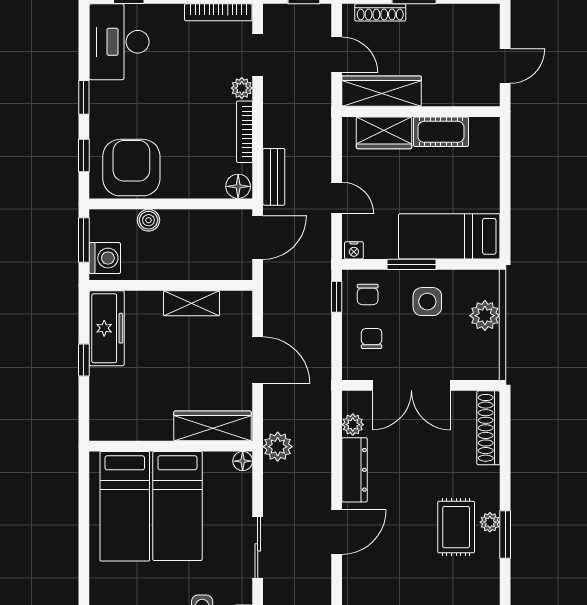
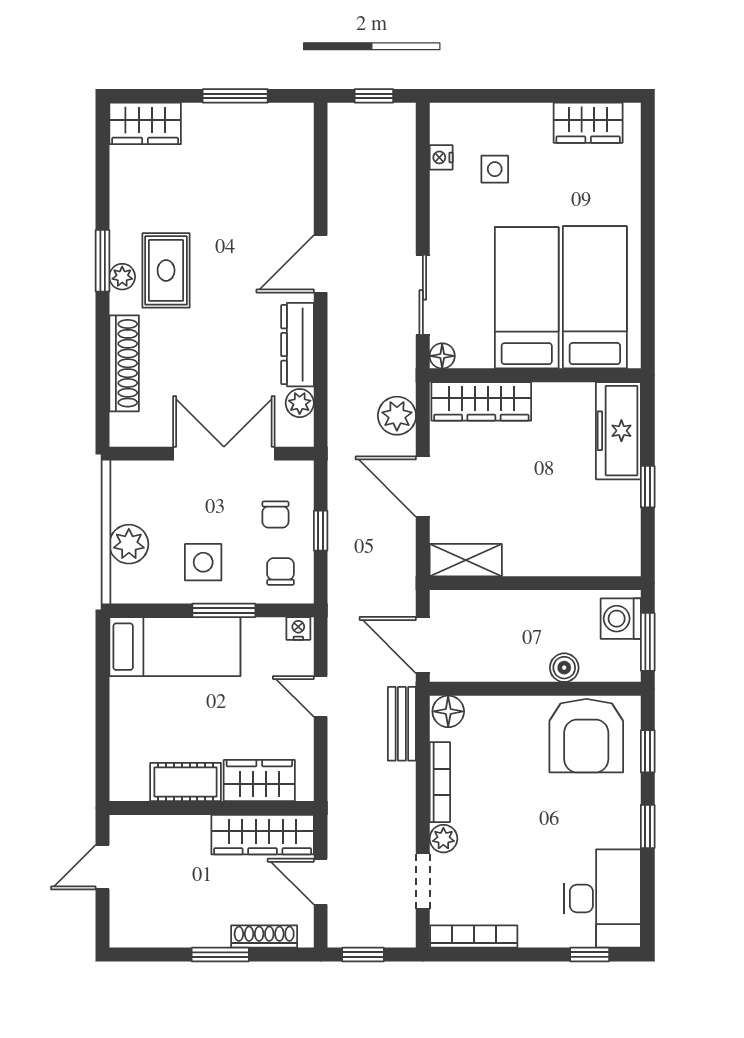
door: (258, 238) -> (423, 645), hinge flipped
window: (337, 297) -> (321, 531), moved
shelving: (192, 303) -> (466, 560), moved
freezer: (107, 328) -> (618, 431), moved
shoe rack: (488, 428) -> (124, 363), moved
plant: (278, 447) -> (397, 416), moved
sliding door: (258, 547) -> (423, 295), moved

